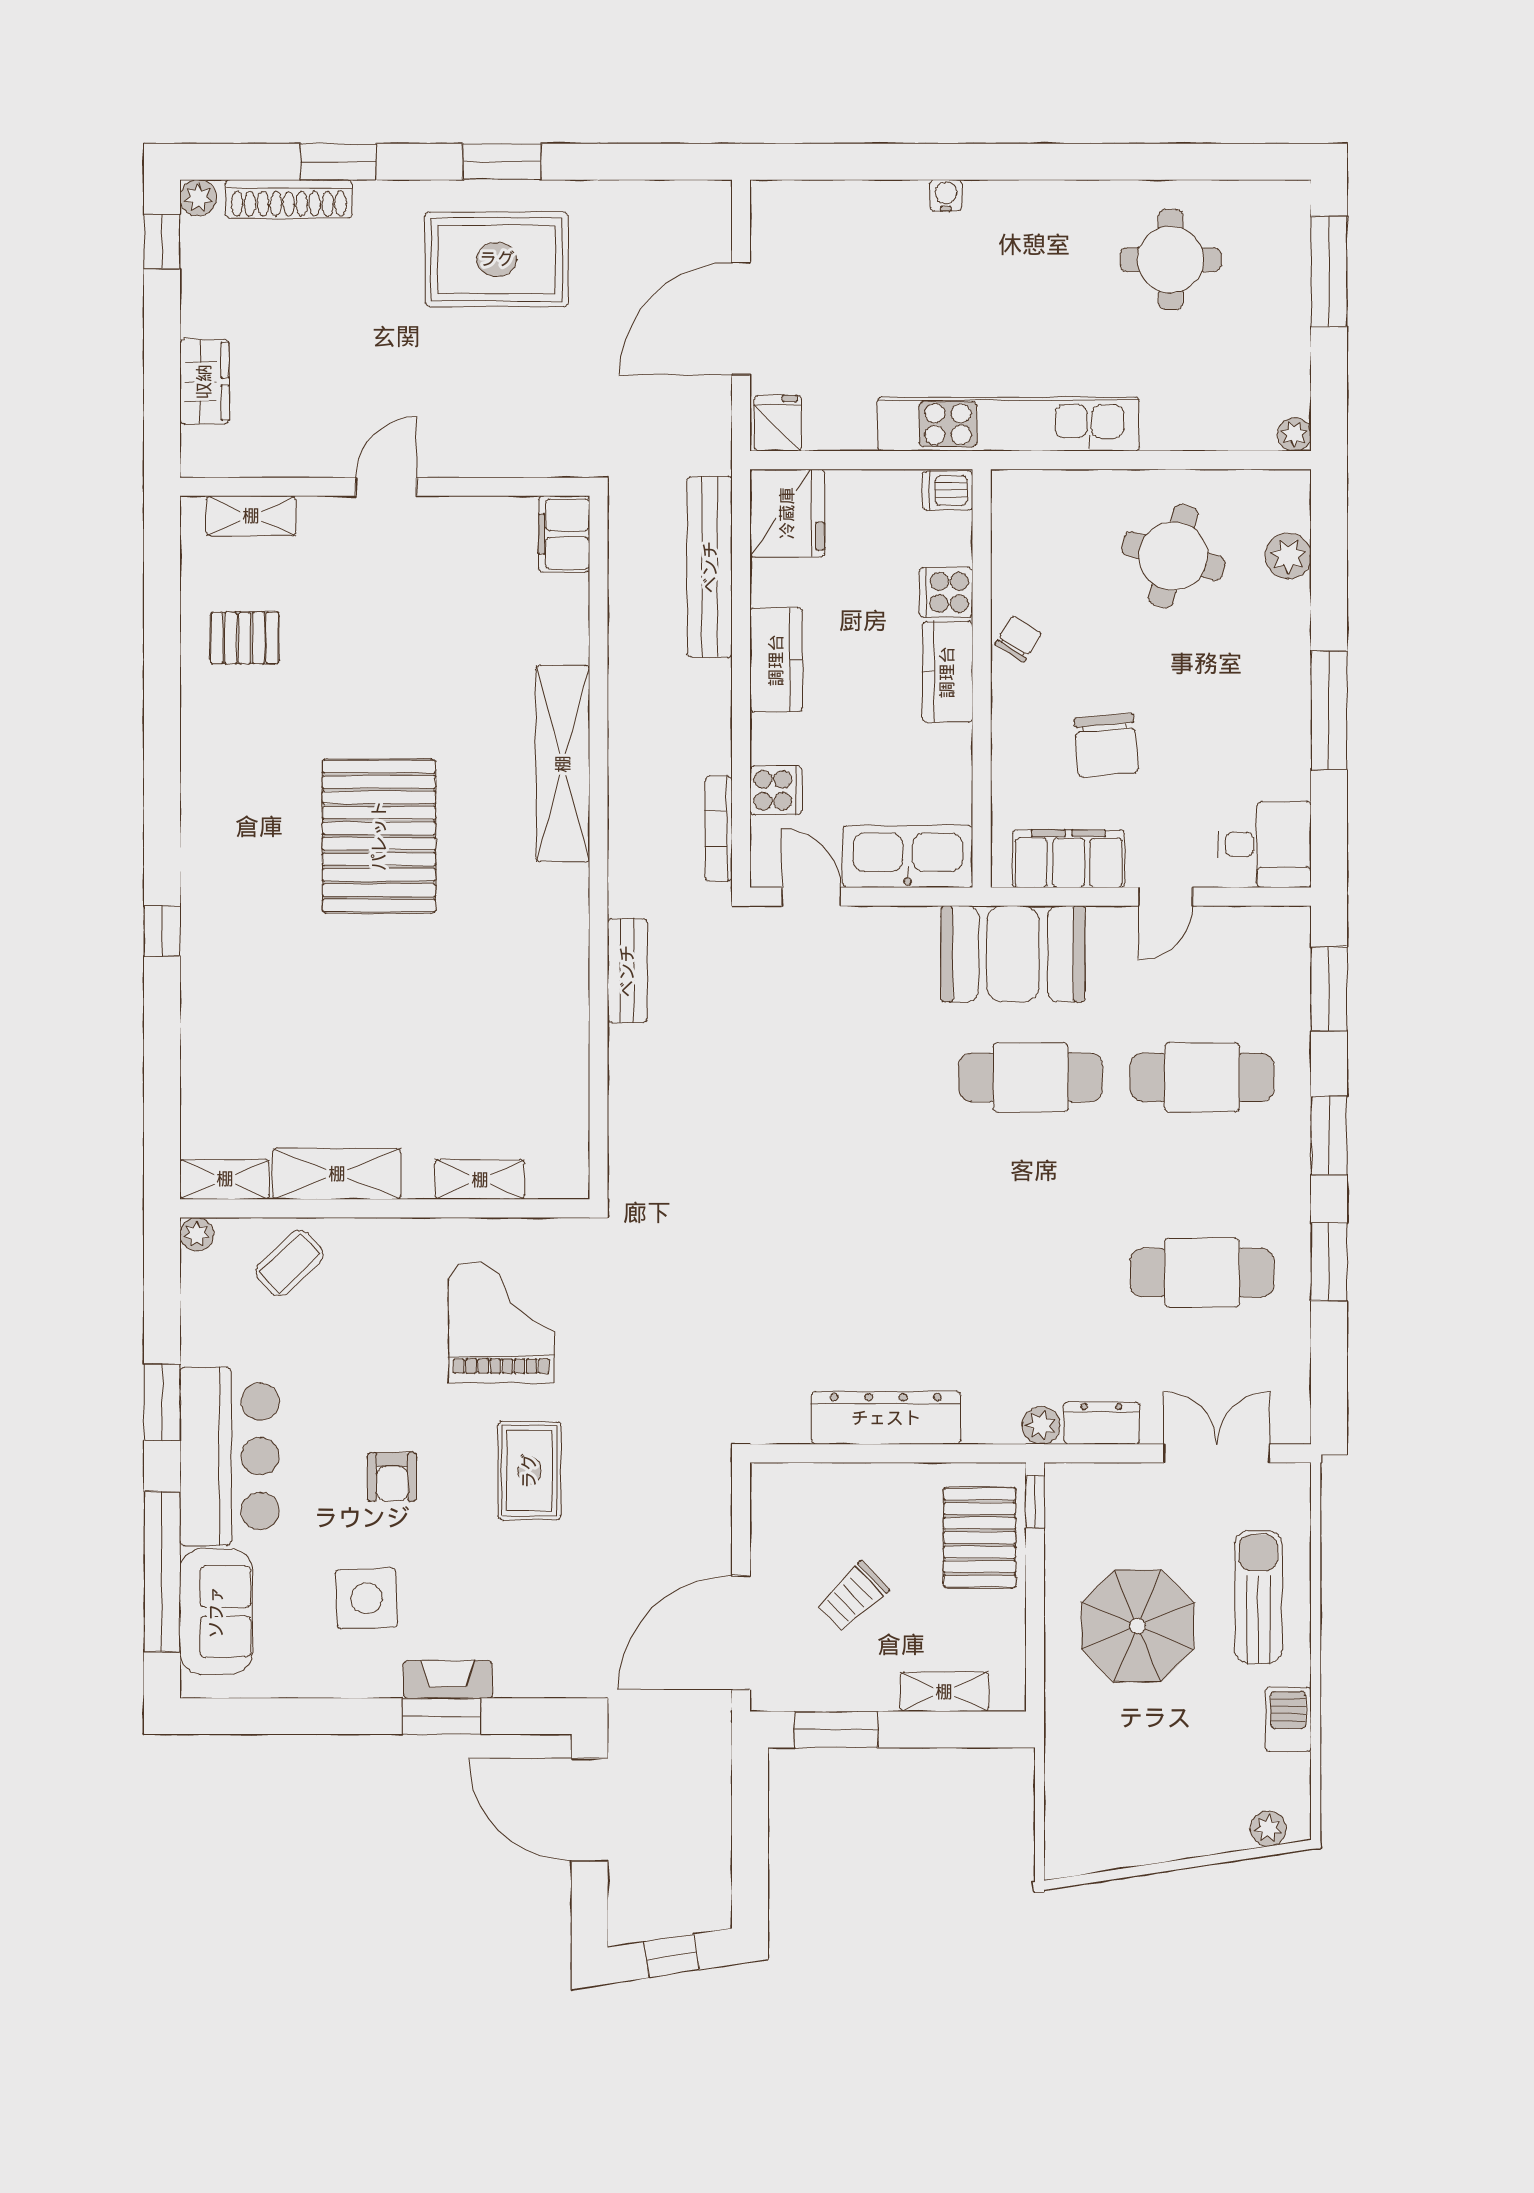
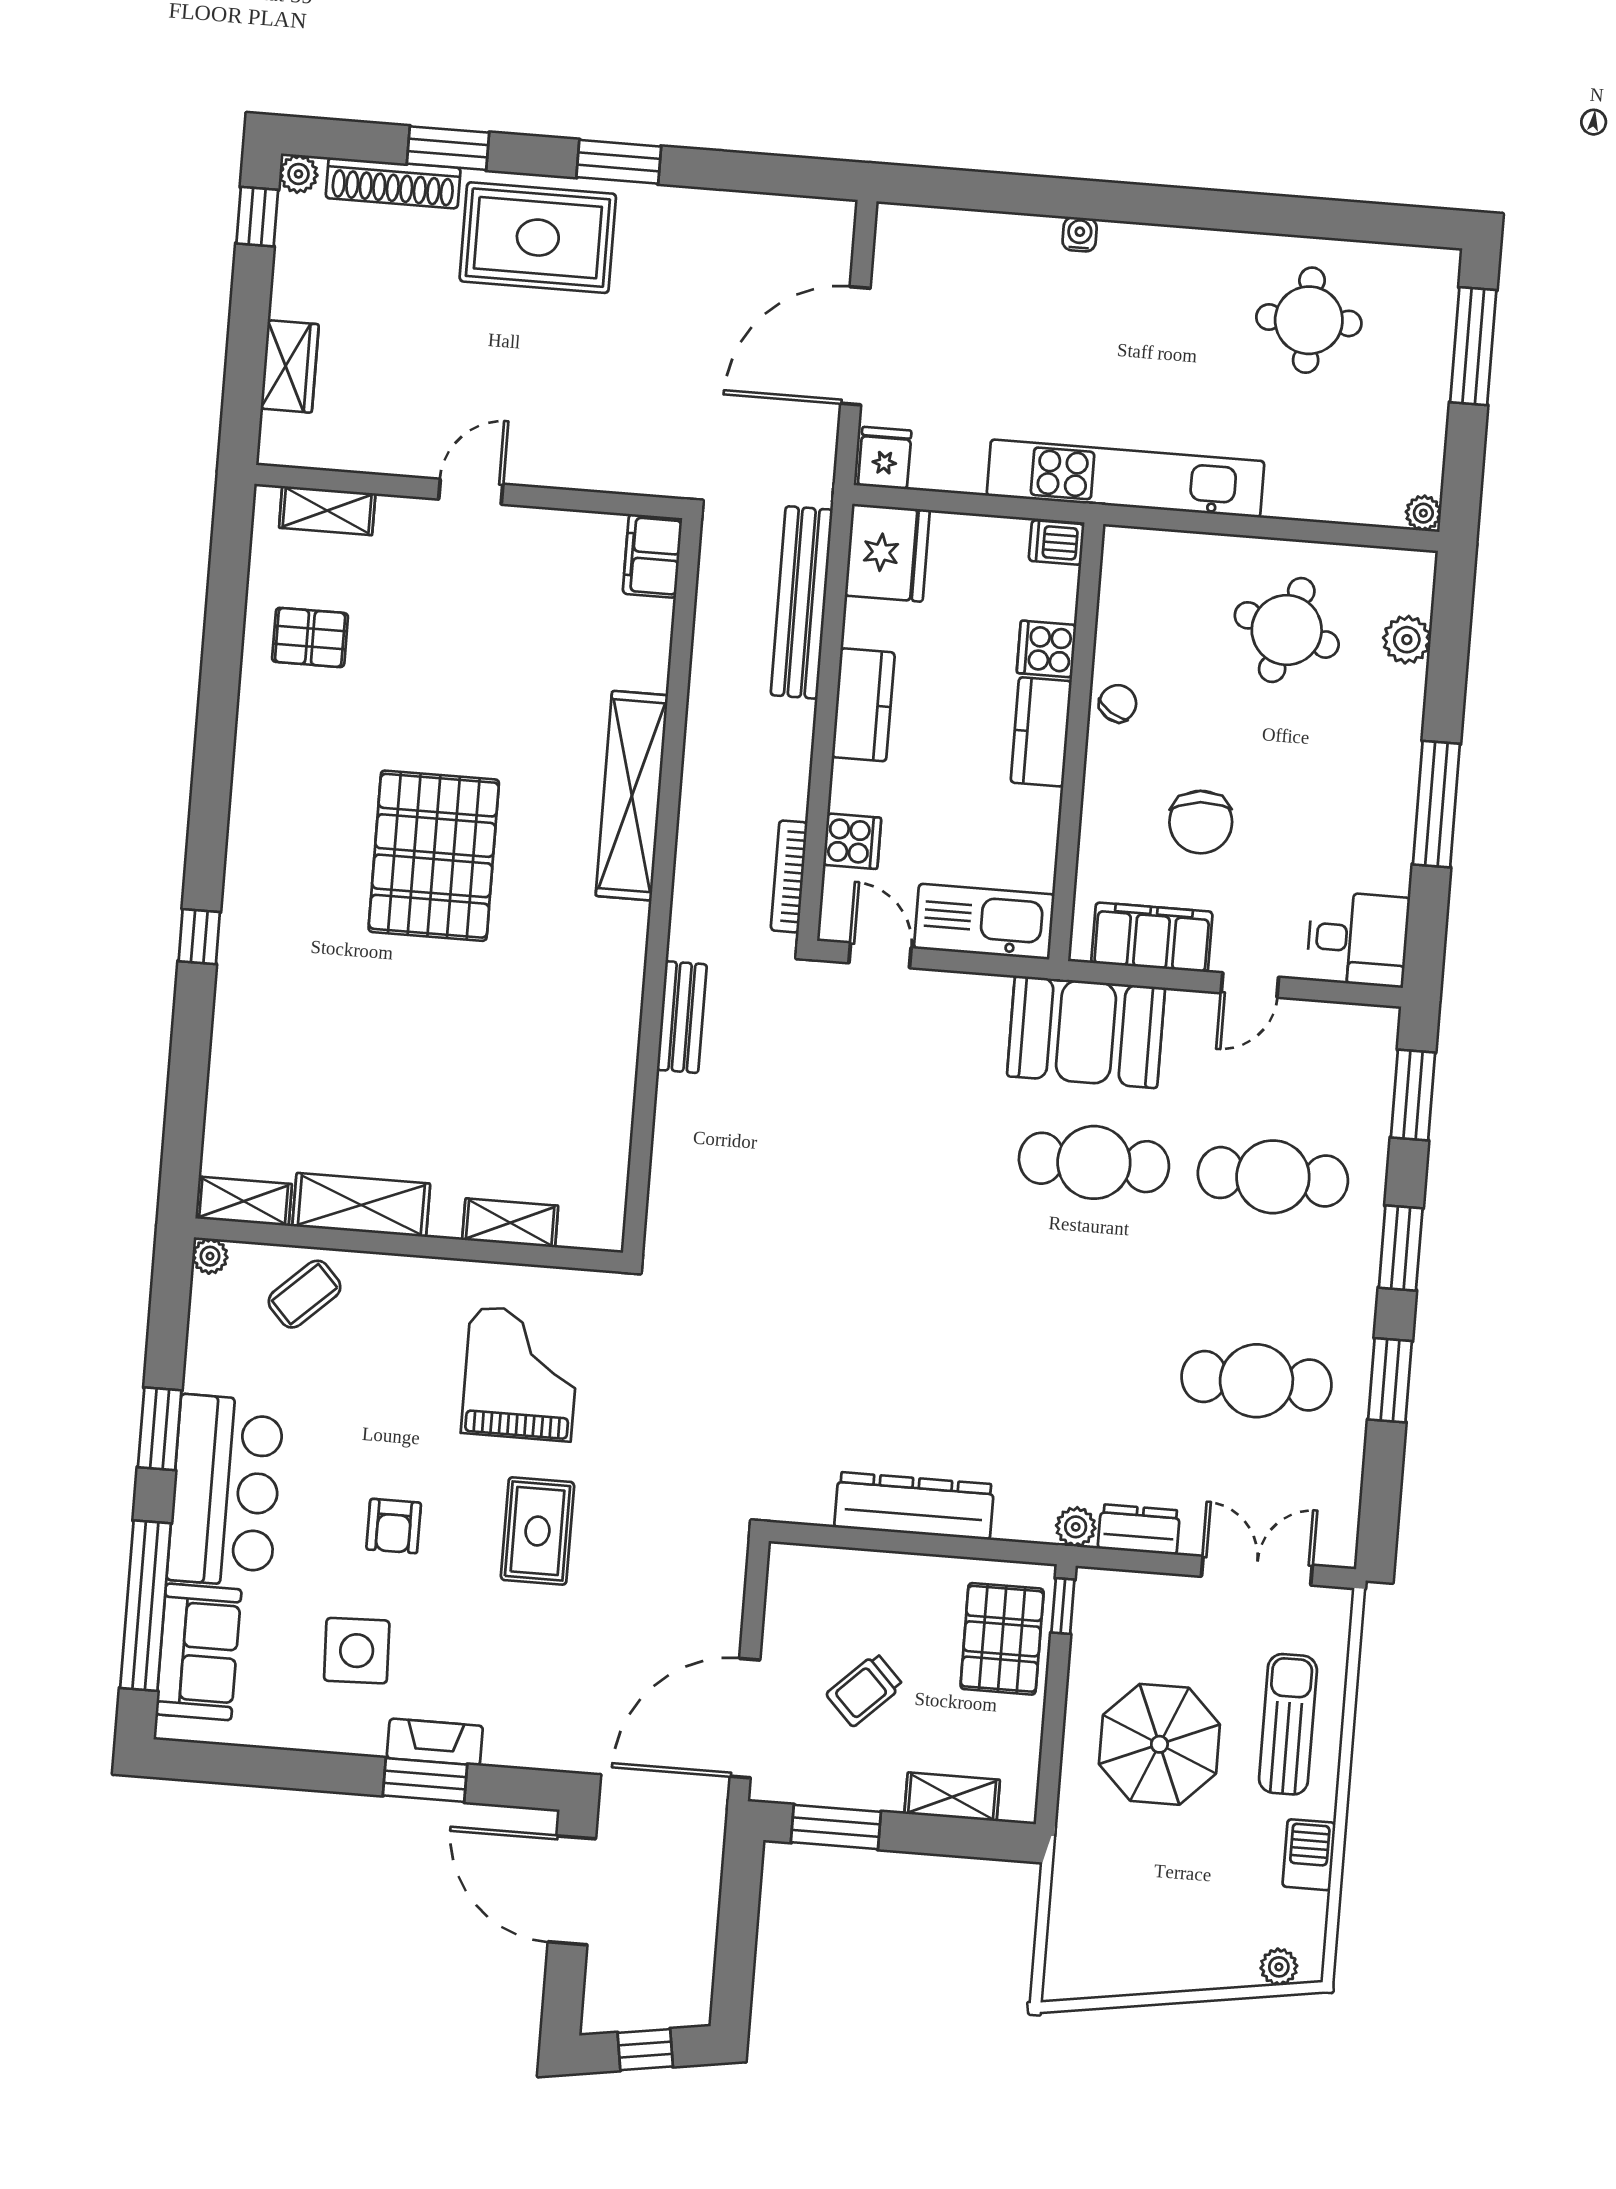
rug: (497, 259) -> (538, 238), moved

